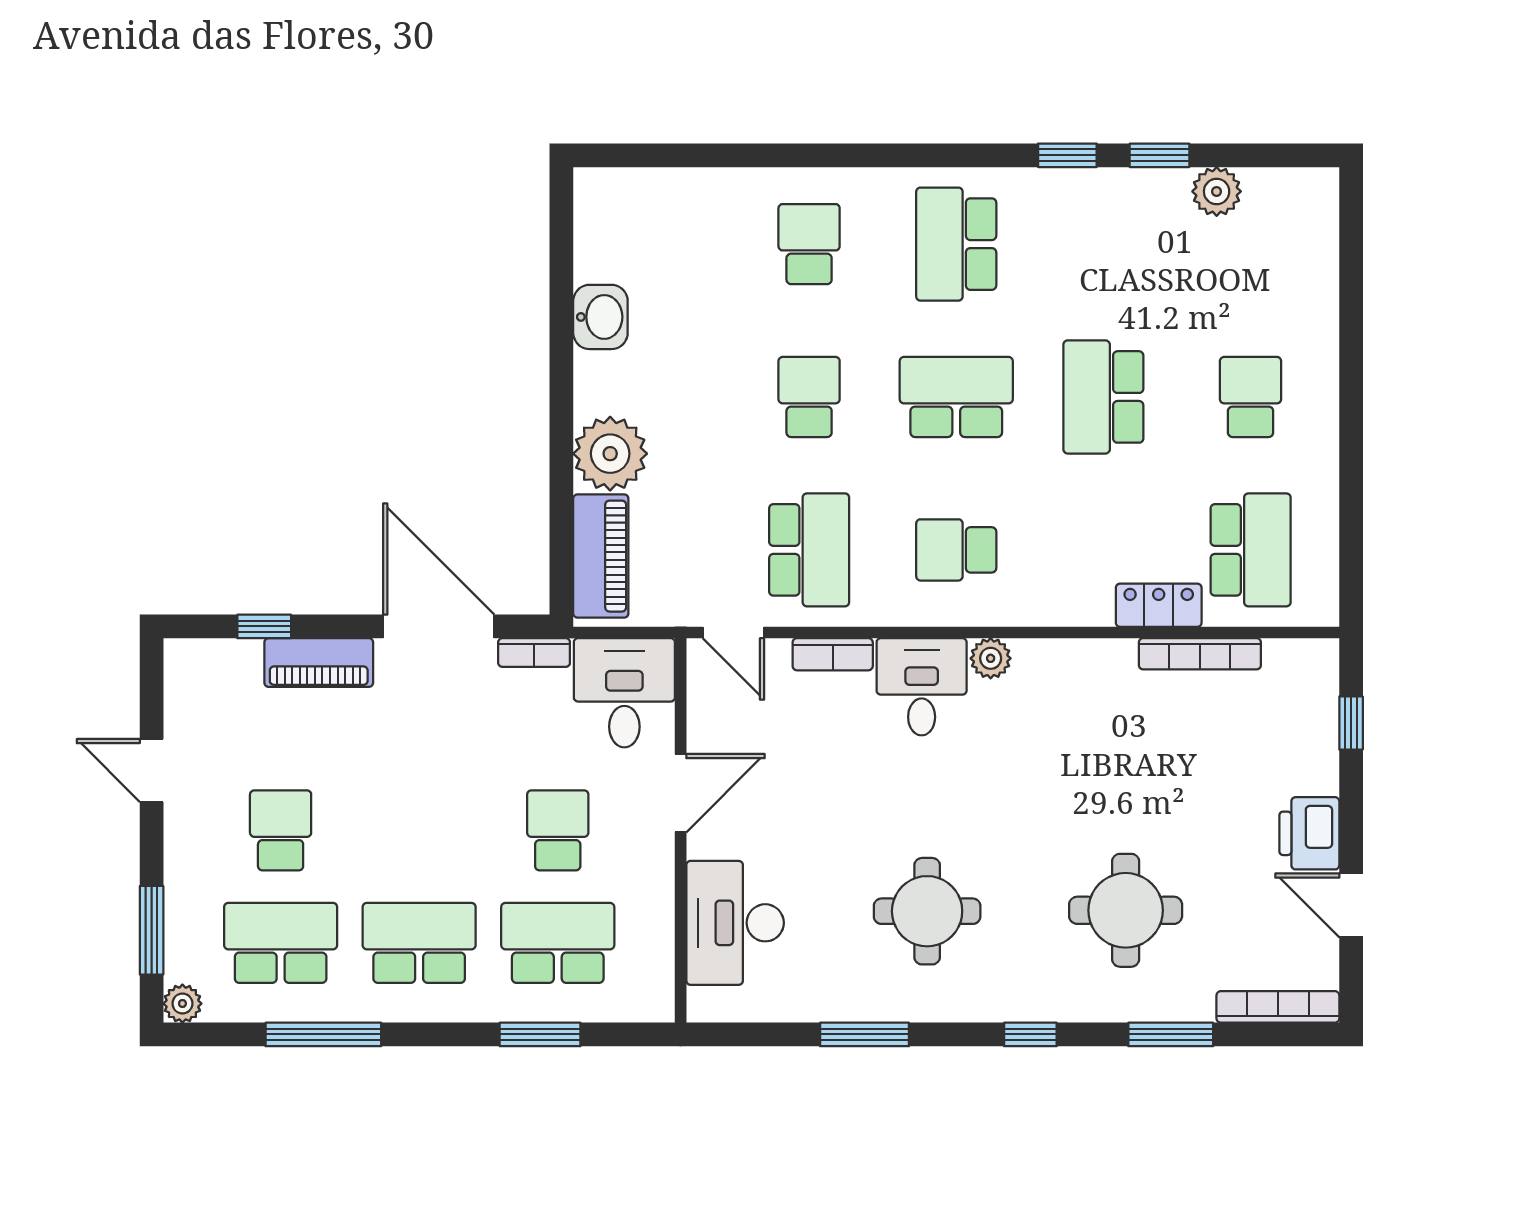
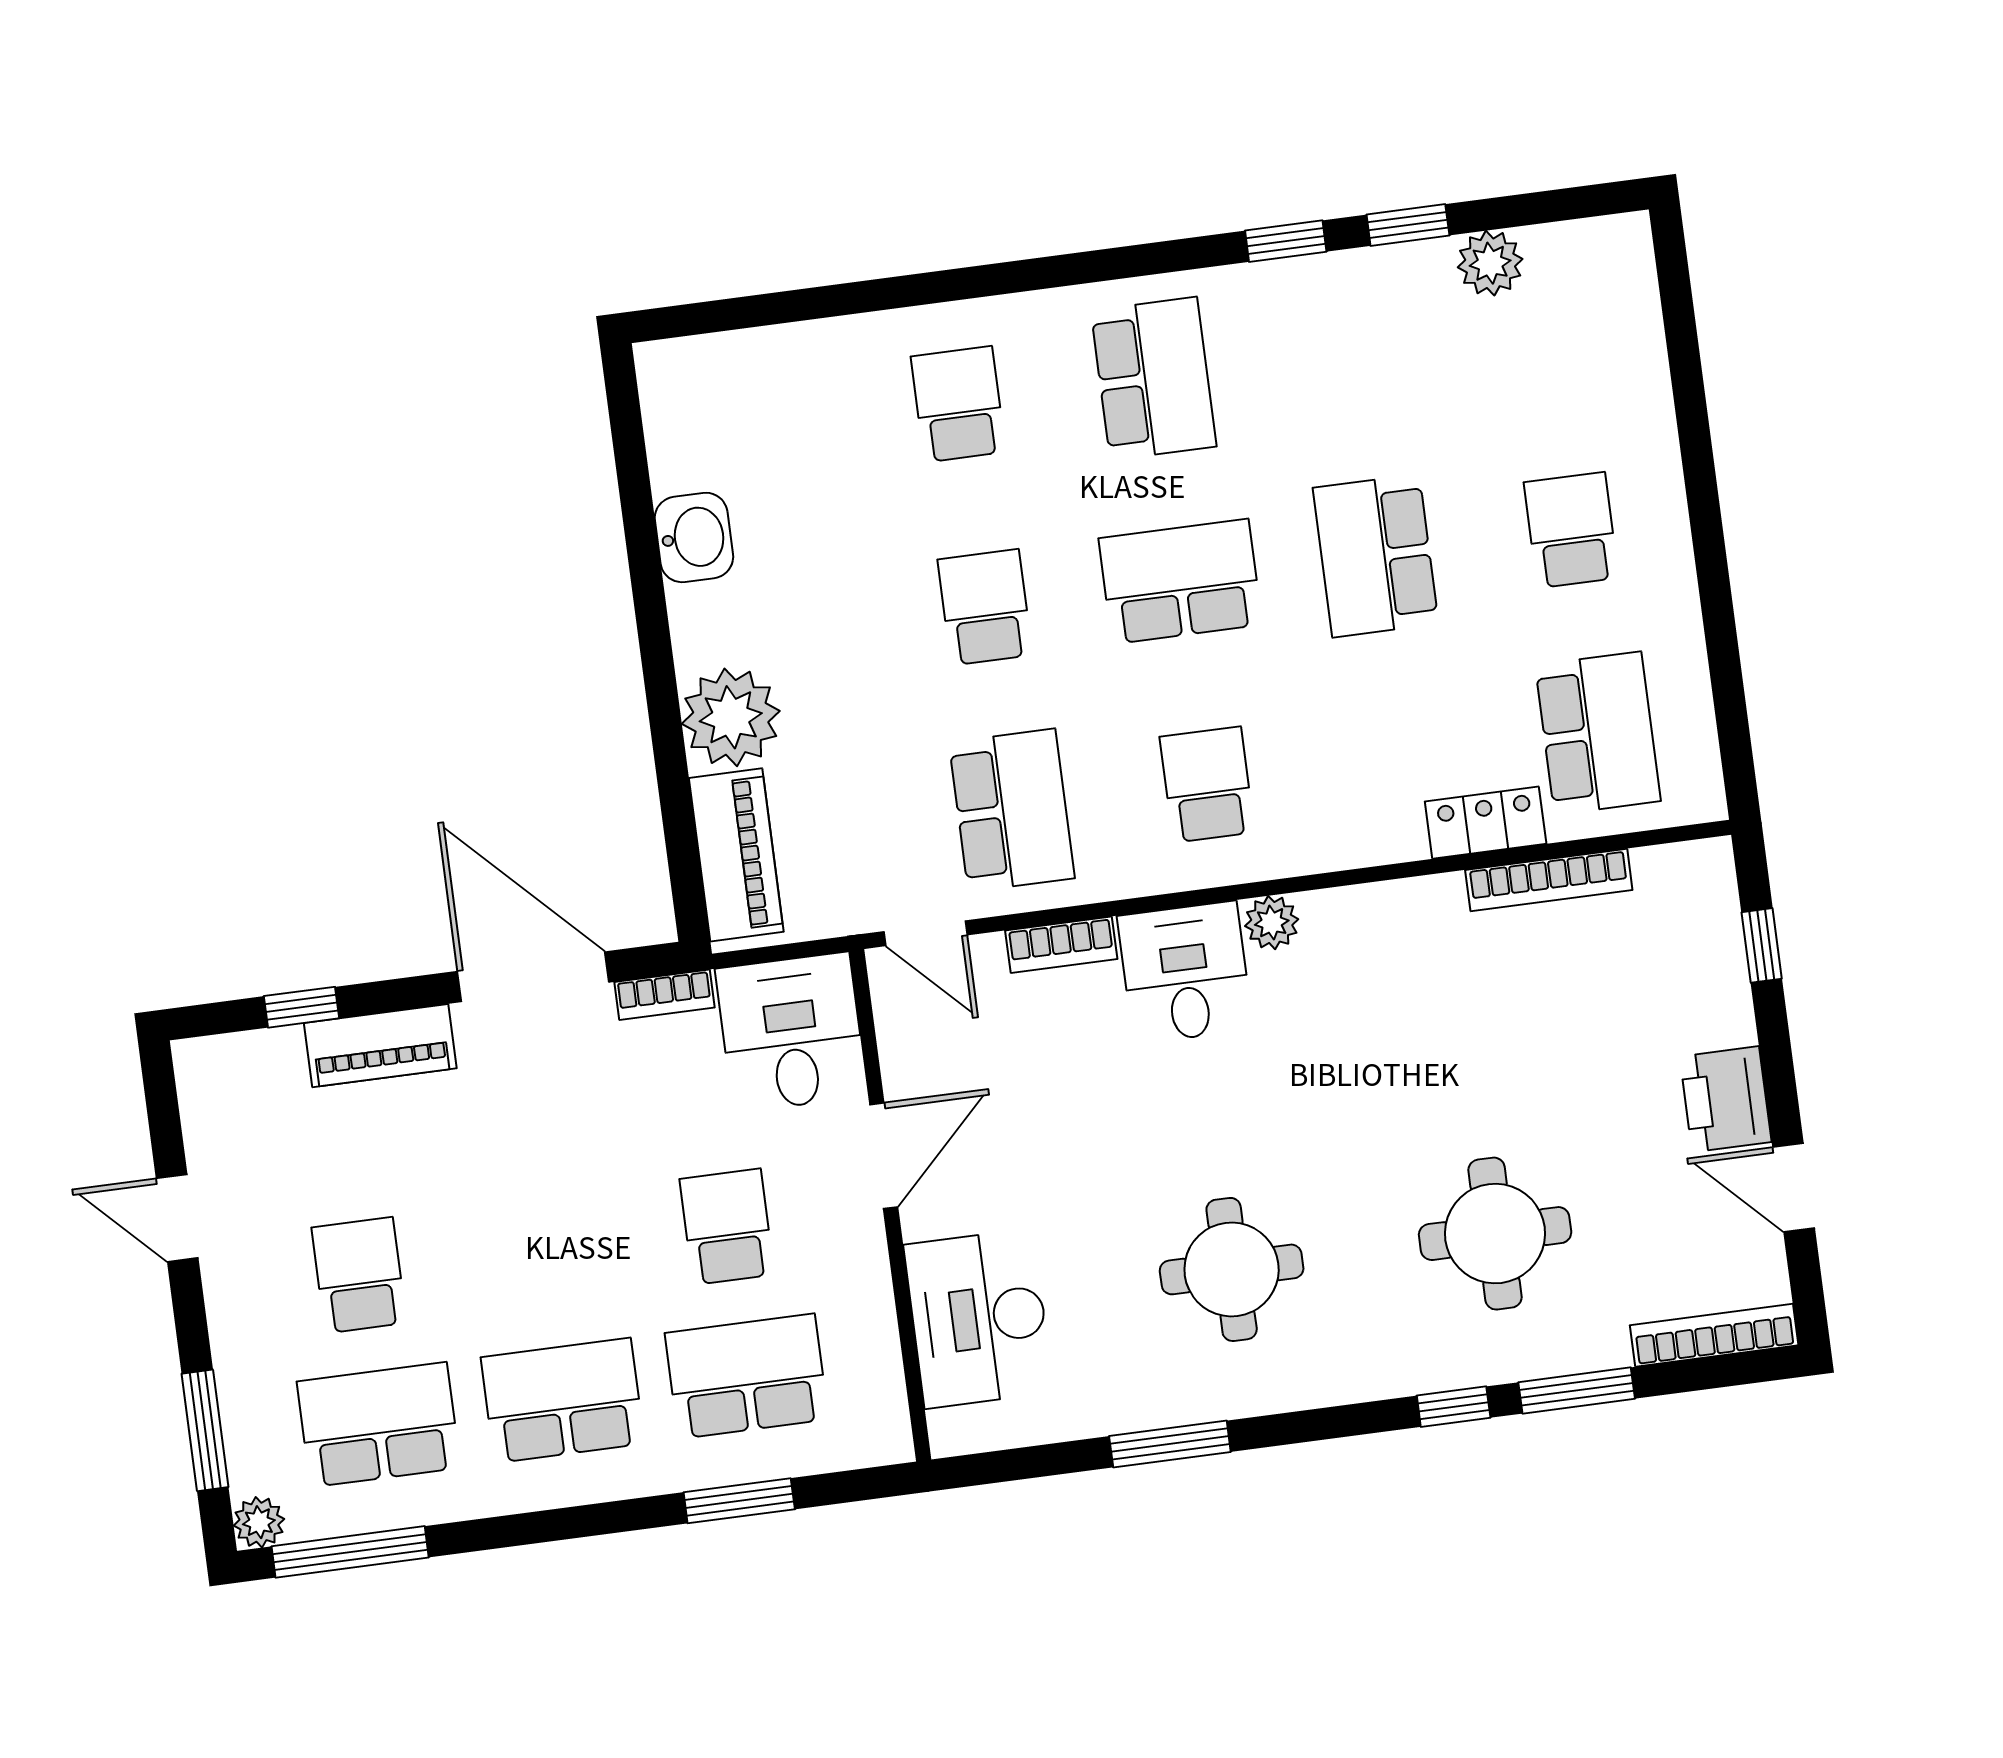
school desk: (956, 244) -> (1154, 378), turned 180
school desk: (956, 550) -> (1207, 785), turned 90
window: (323, 1034) -> (350, 1552), moved
window: (1030, 1034) -> (1454, 1407), moved

